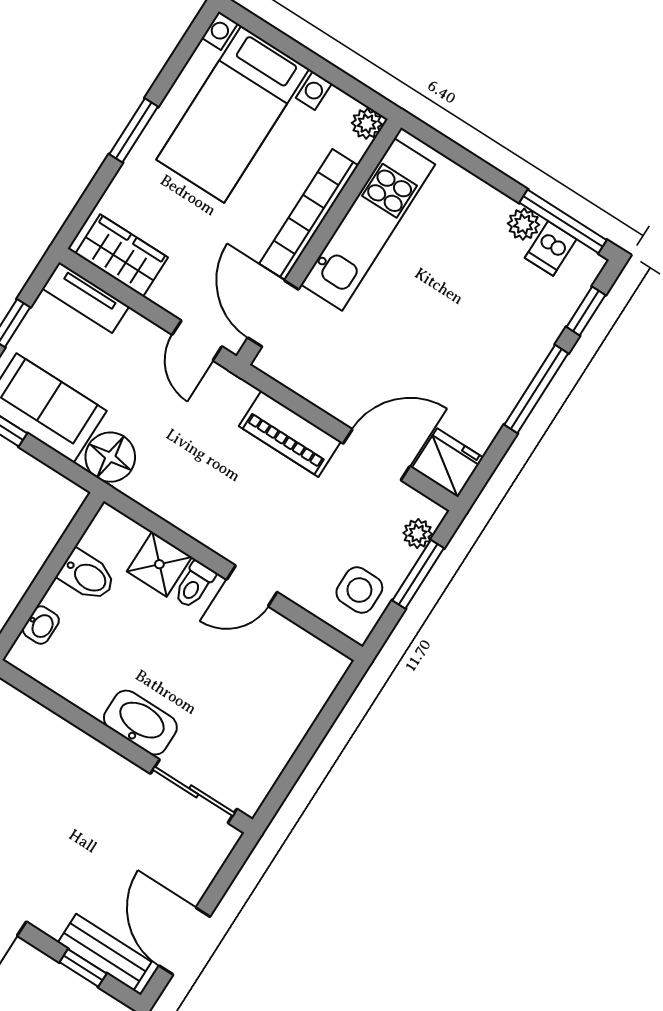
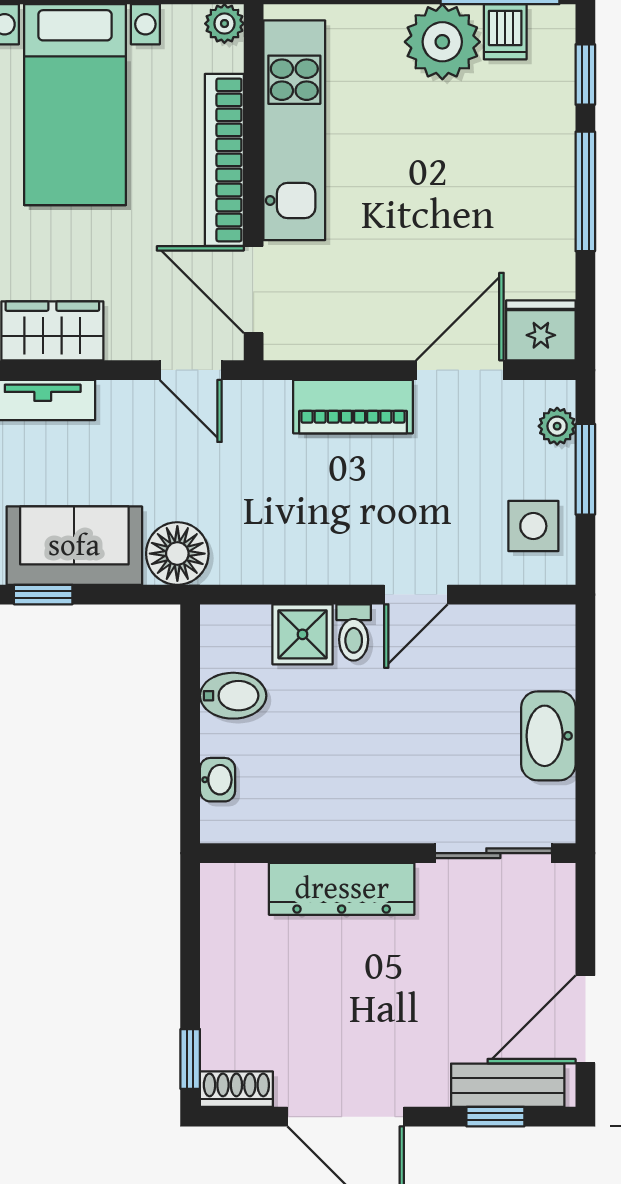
plant: (524, 224) -> (442, 42), width x1.87, depth x1.87
washbasin: (140, 723) -> (548, 736), moved, turned -90
dresser: (77, 751) -> (342, 889), added
door: (184, 941) -> (585, 1019), hinge flipped

